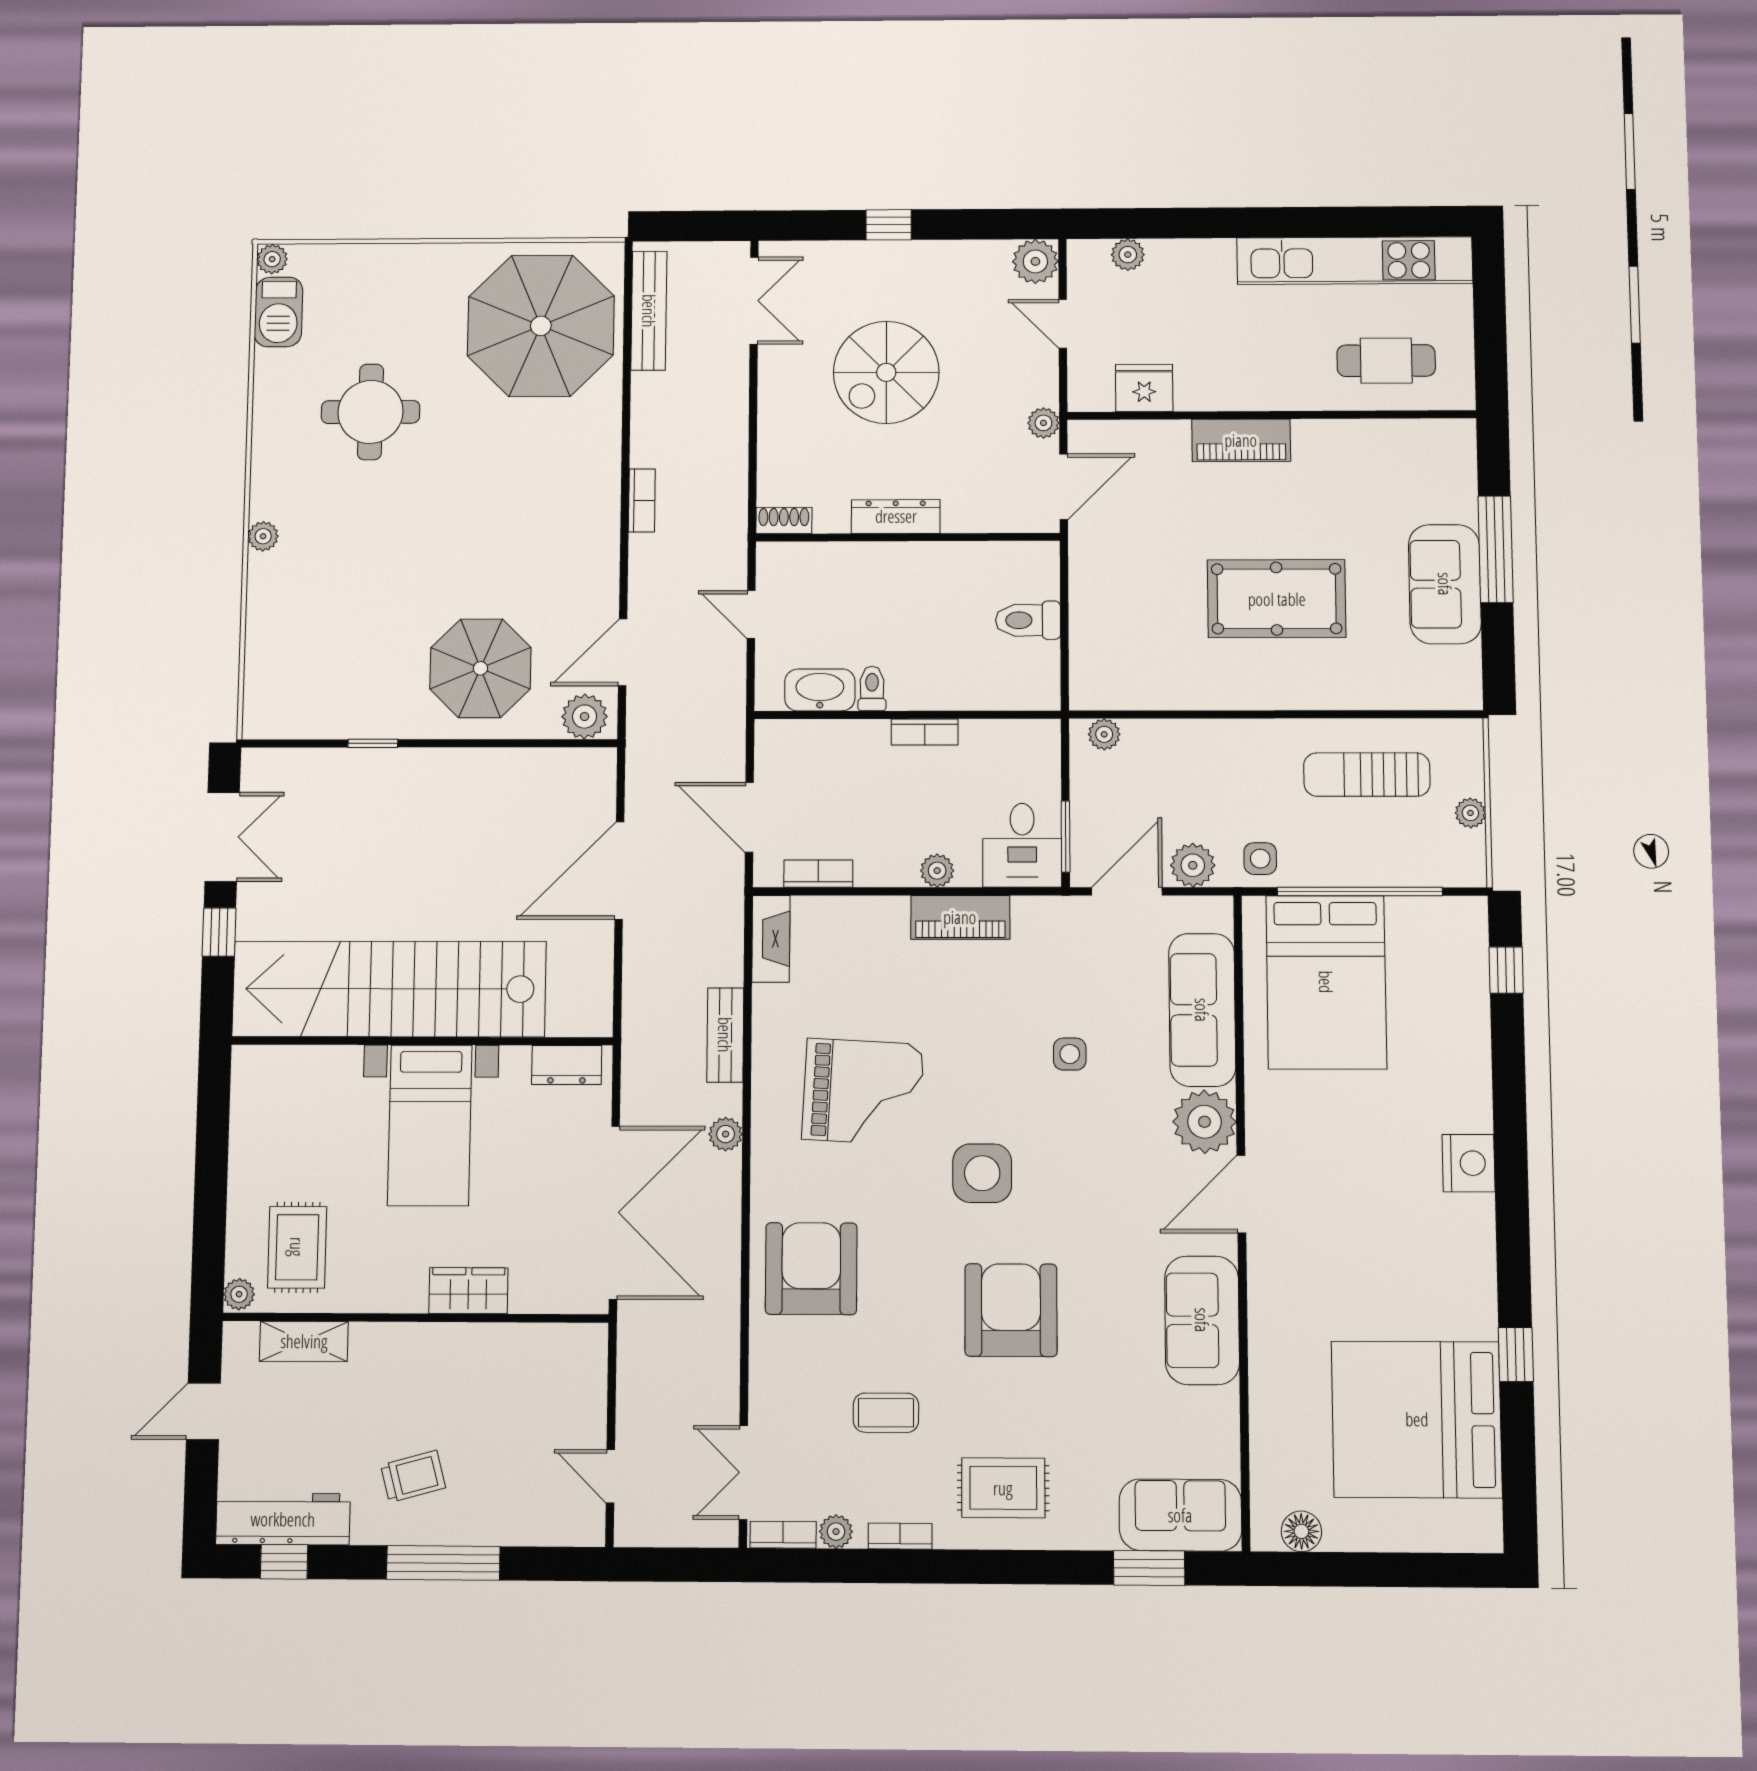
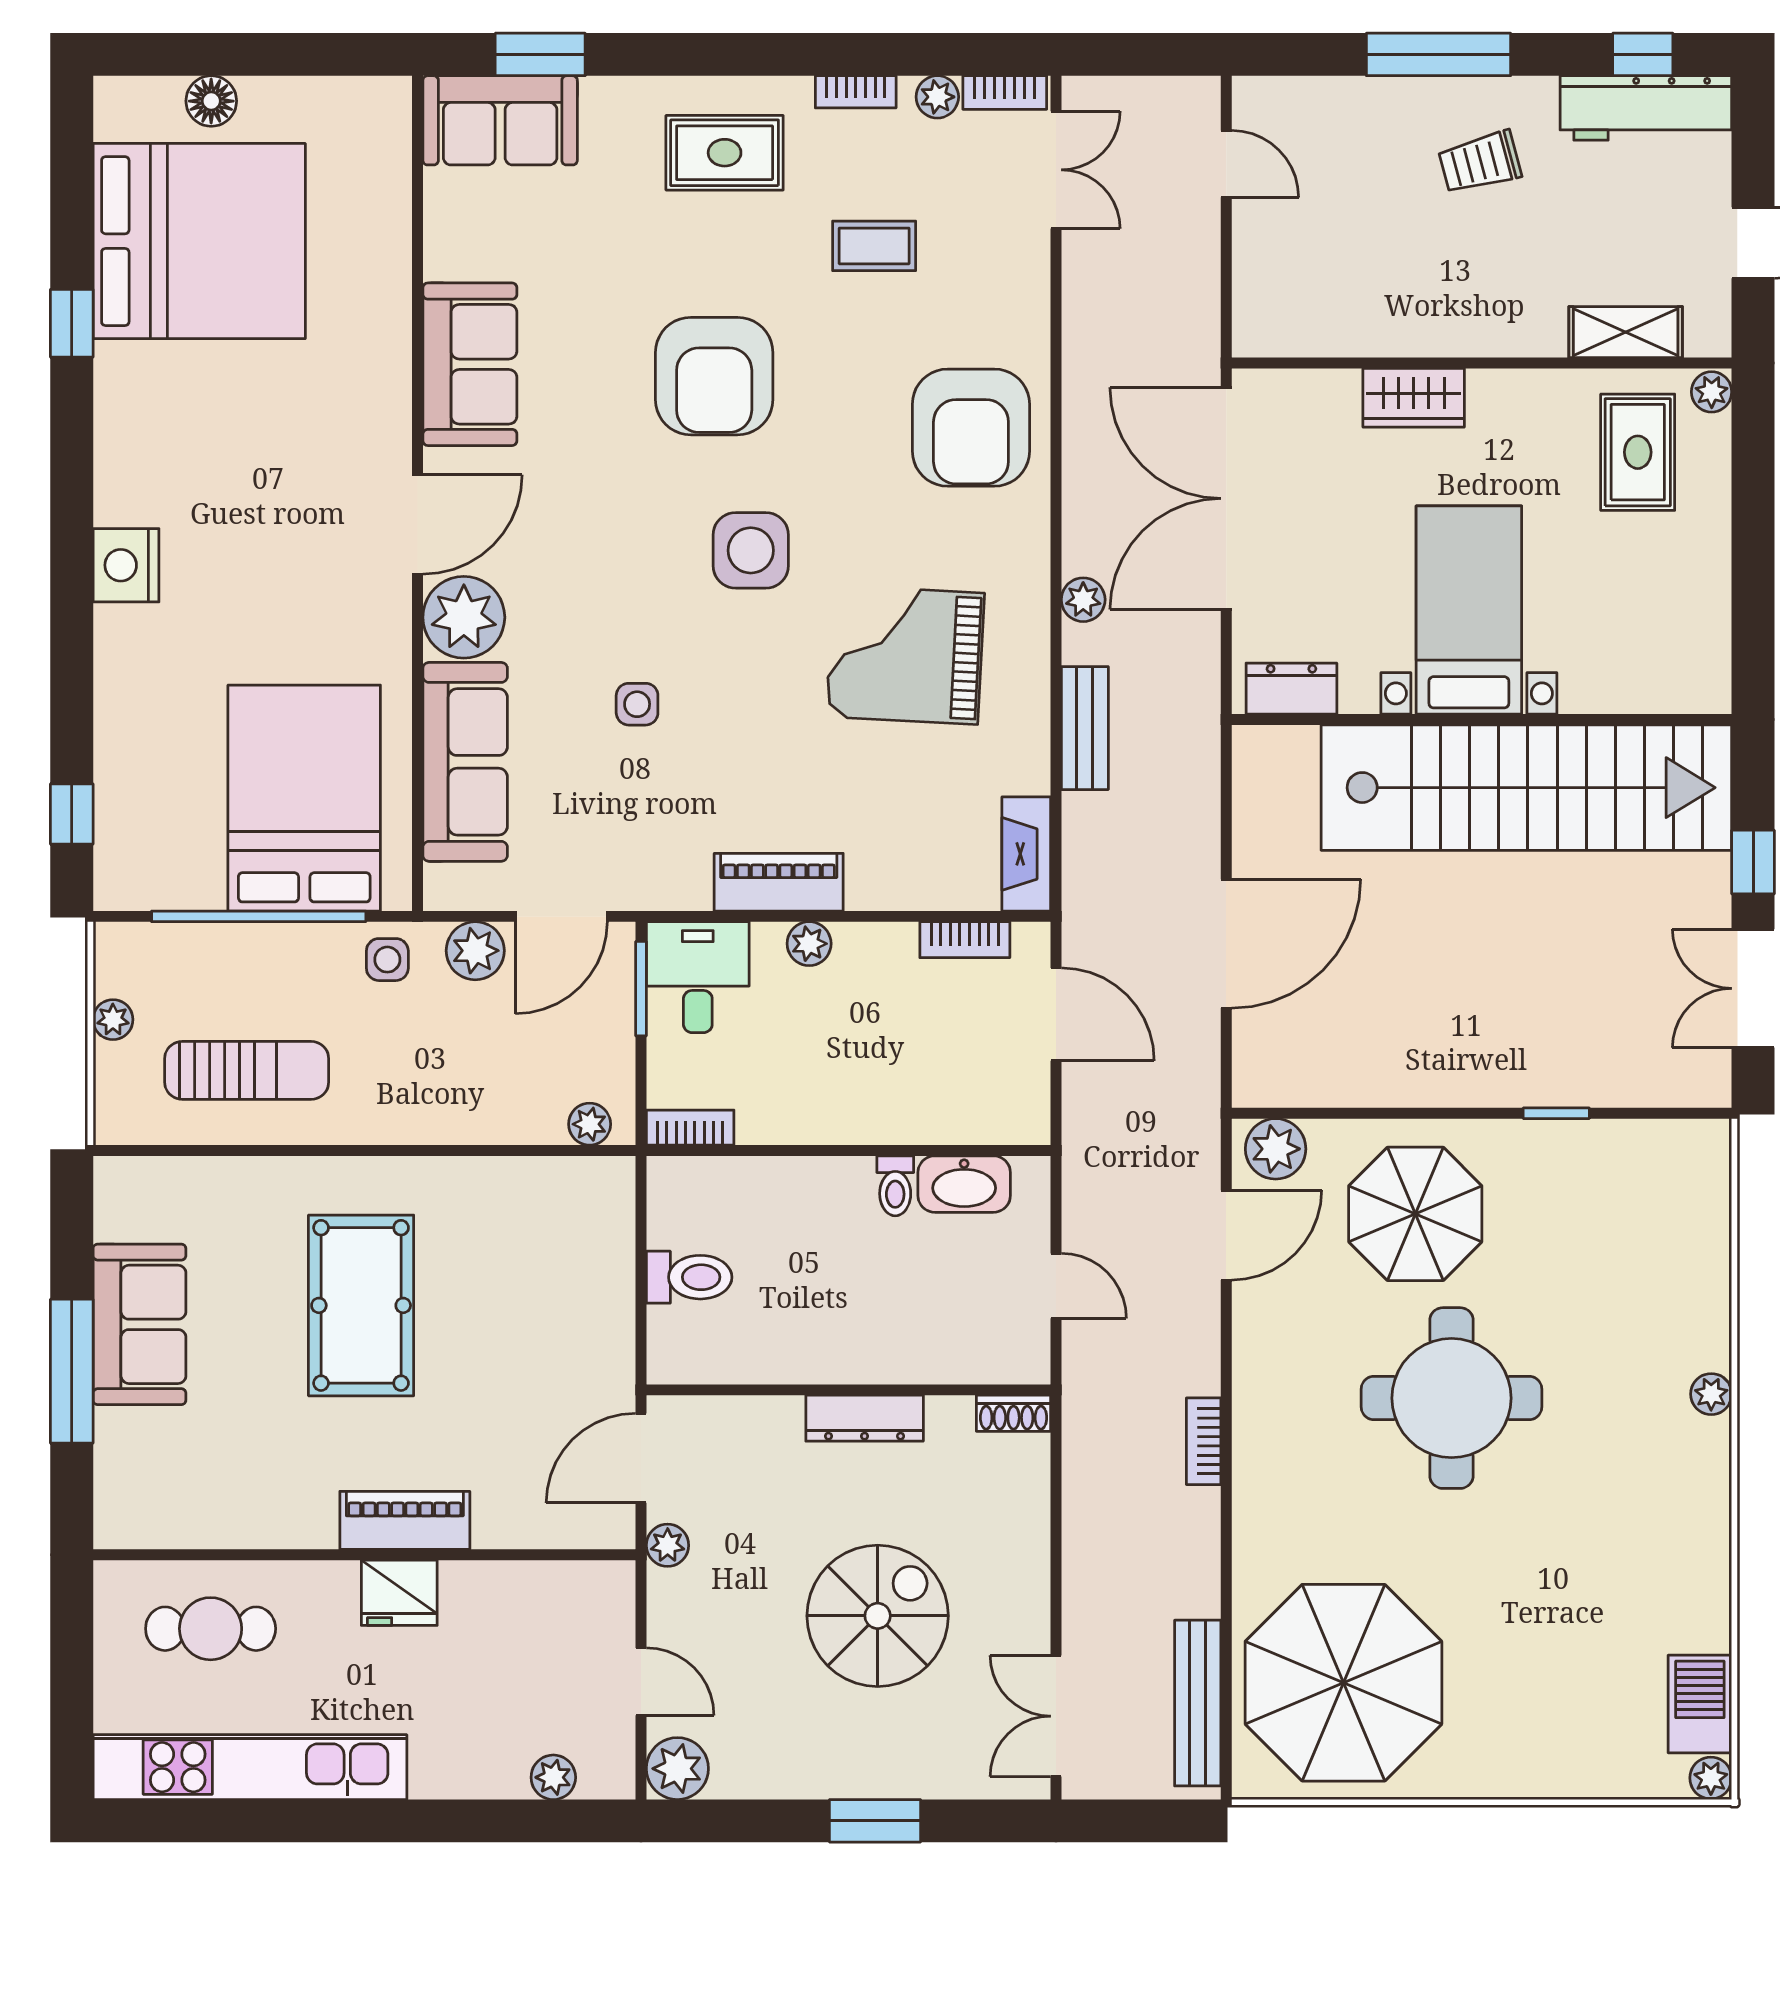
window: (889, 225) -> (875, 1821), width x1.50
fridge: (1144, 388) -> (399, 1593), moved
round table: (370, 412) -> (1451, 1398), moved, width x1.36, depth x1.36
pool table: (1277, 599) -> (361, 1305), turned 90
bookcase: (925, 732) -> (690, 1128), moved
floor lamp: (1301, 1531) -> (211, 101), moved

